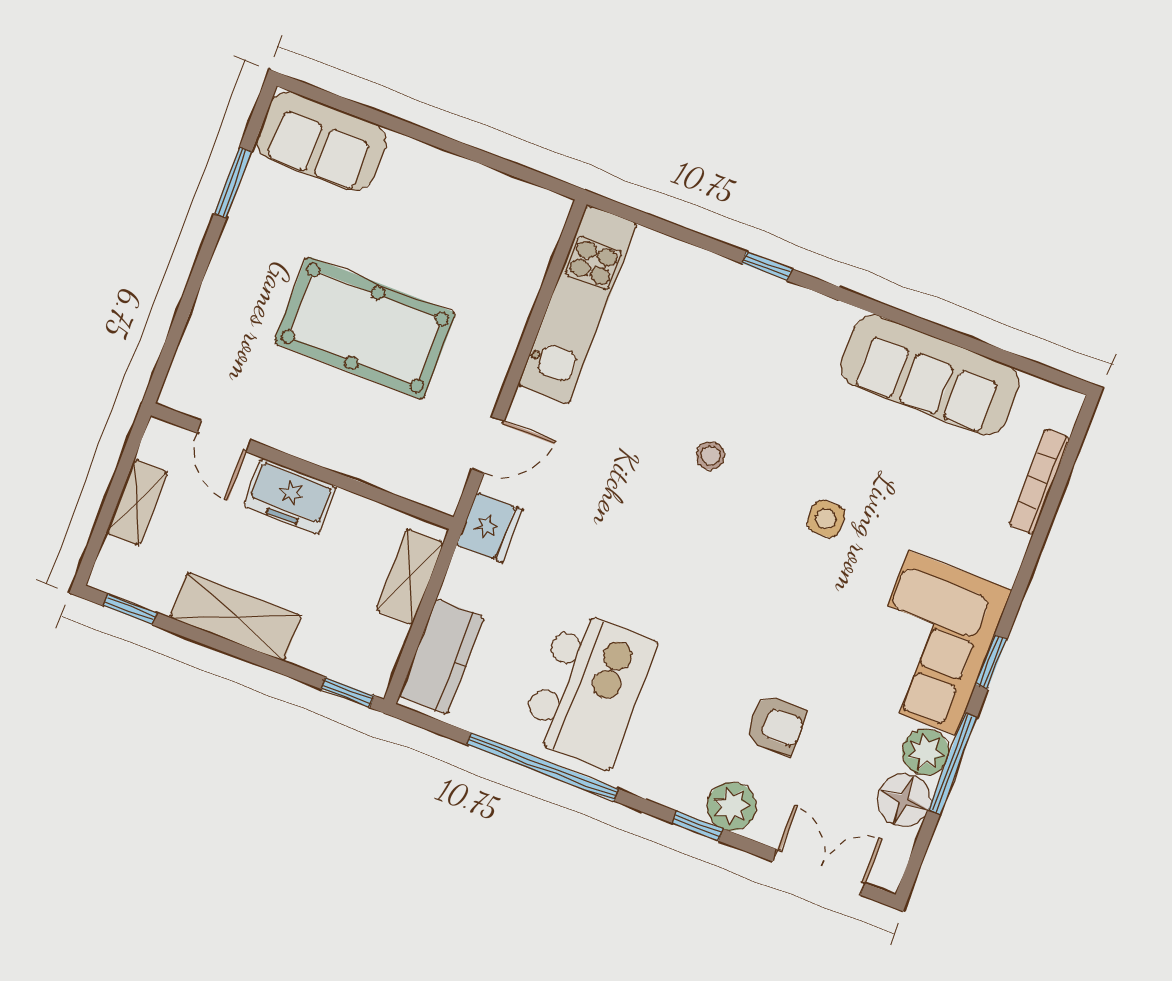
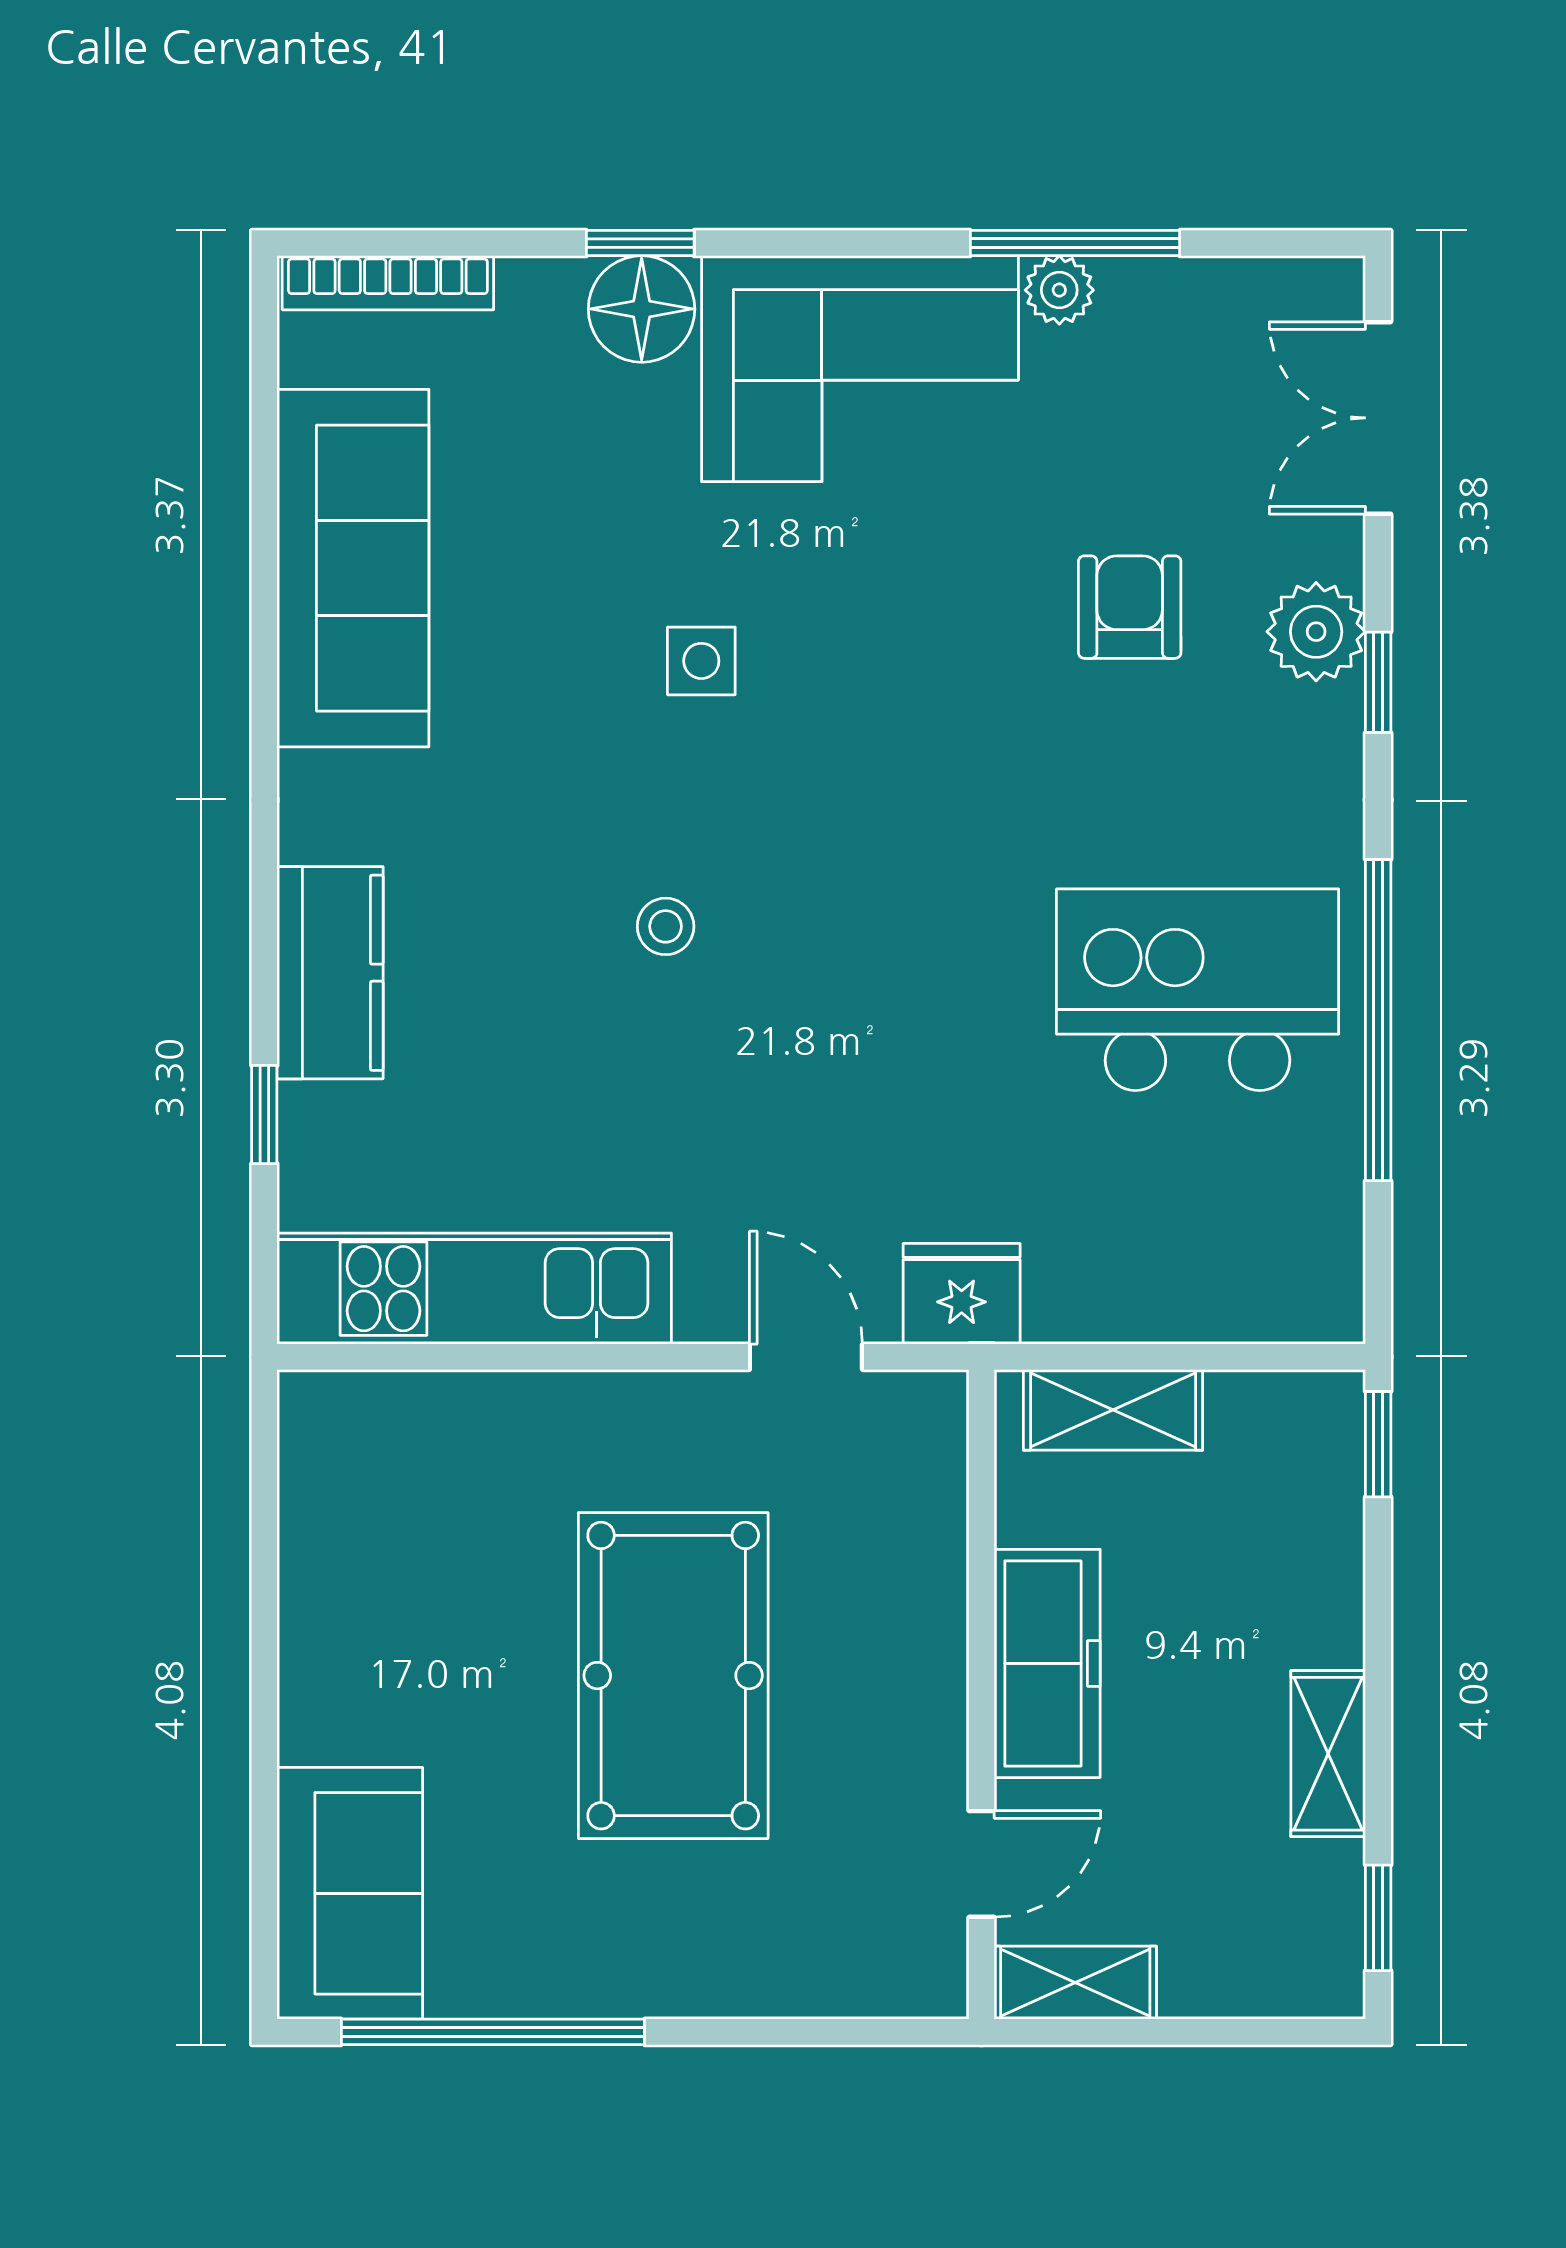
window: (233, 183) -> (493, 2032), width x2.11
window: (767, 266) -> (264, 1114), moved
bookcase: (1039, 482) -> (388, 283), moved
freezer: (290, 496) -> (1047, 1663), width x1.40
shelving: (137, 502) -> (1075, 1983), moved
shelving: (235, 617) -> (1328, 1754), width x0.67, depth x0.75
kitchen counter: (442, 657) -> (330, 973), moved, turned 90
window: (991, 662) -> (640, 243), moved
plant: (925, 752) -> (1059, 290), width x0.73, depth x0.73
floor lamp: (904, 800) -> (642, 309), moved

